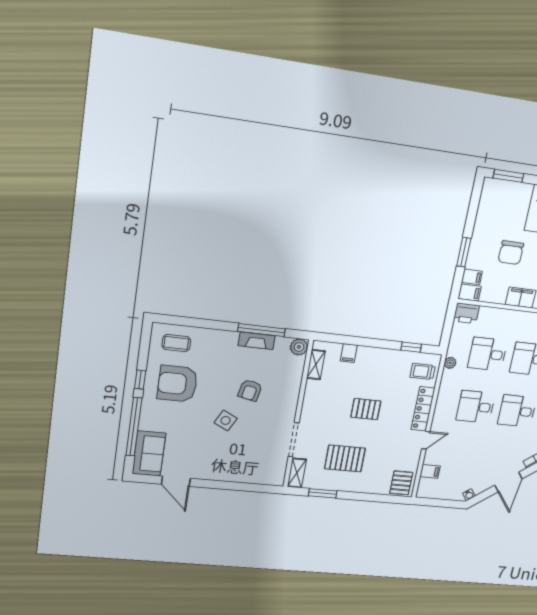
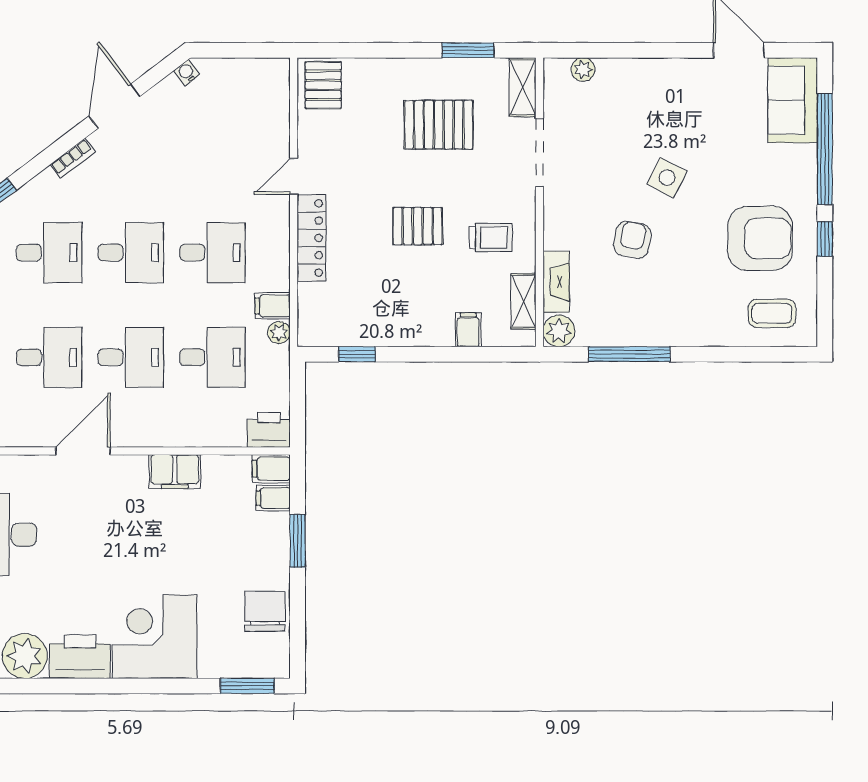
chair: (511, 253) -> (265, 611), moved
fireplace: (257, 341) -> (556, 282), moved, turned 90
trolley: (423, 371) -> (491, 238), moved
filing cabinet: (430, 471) -> (273, 306), moved
plant: (263, 479) -> (583, 70), added

